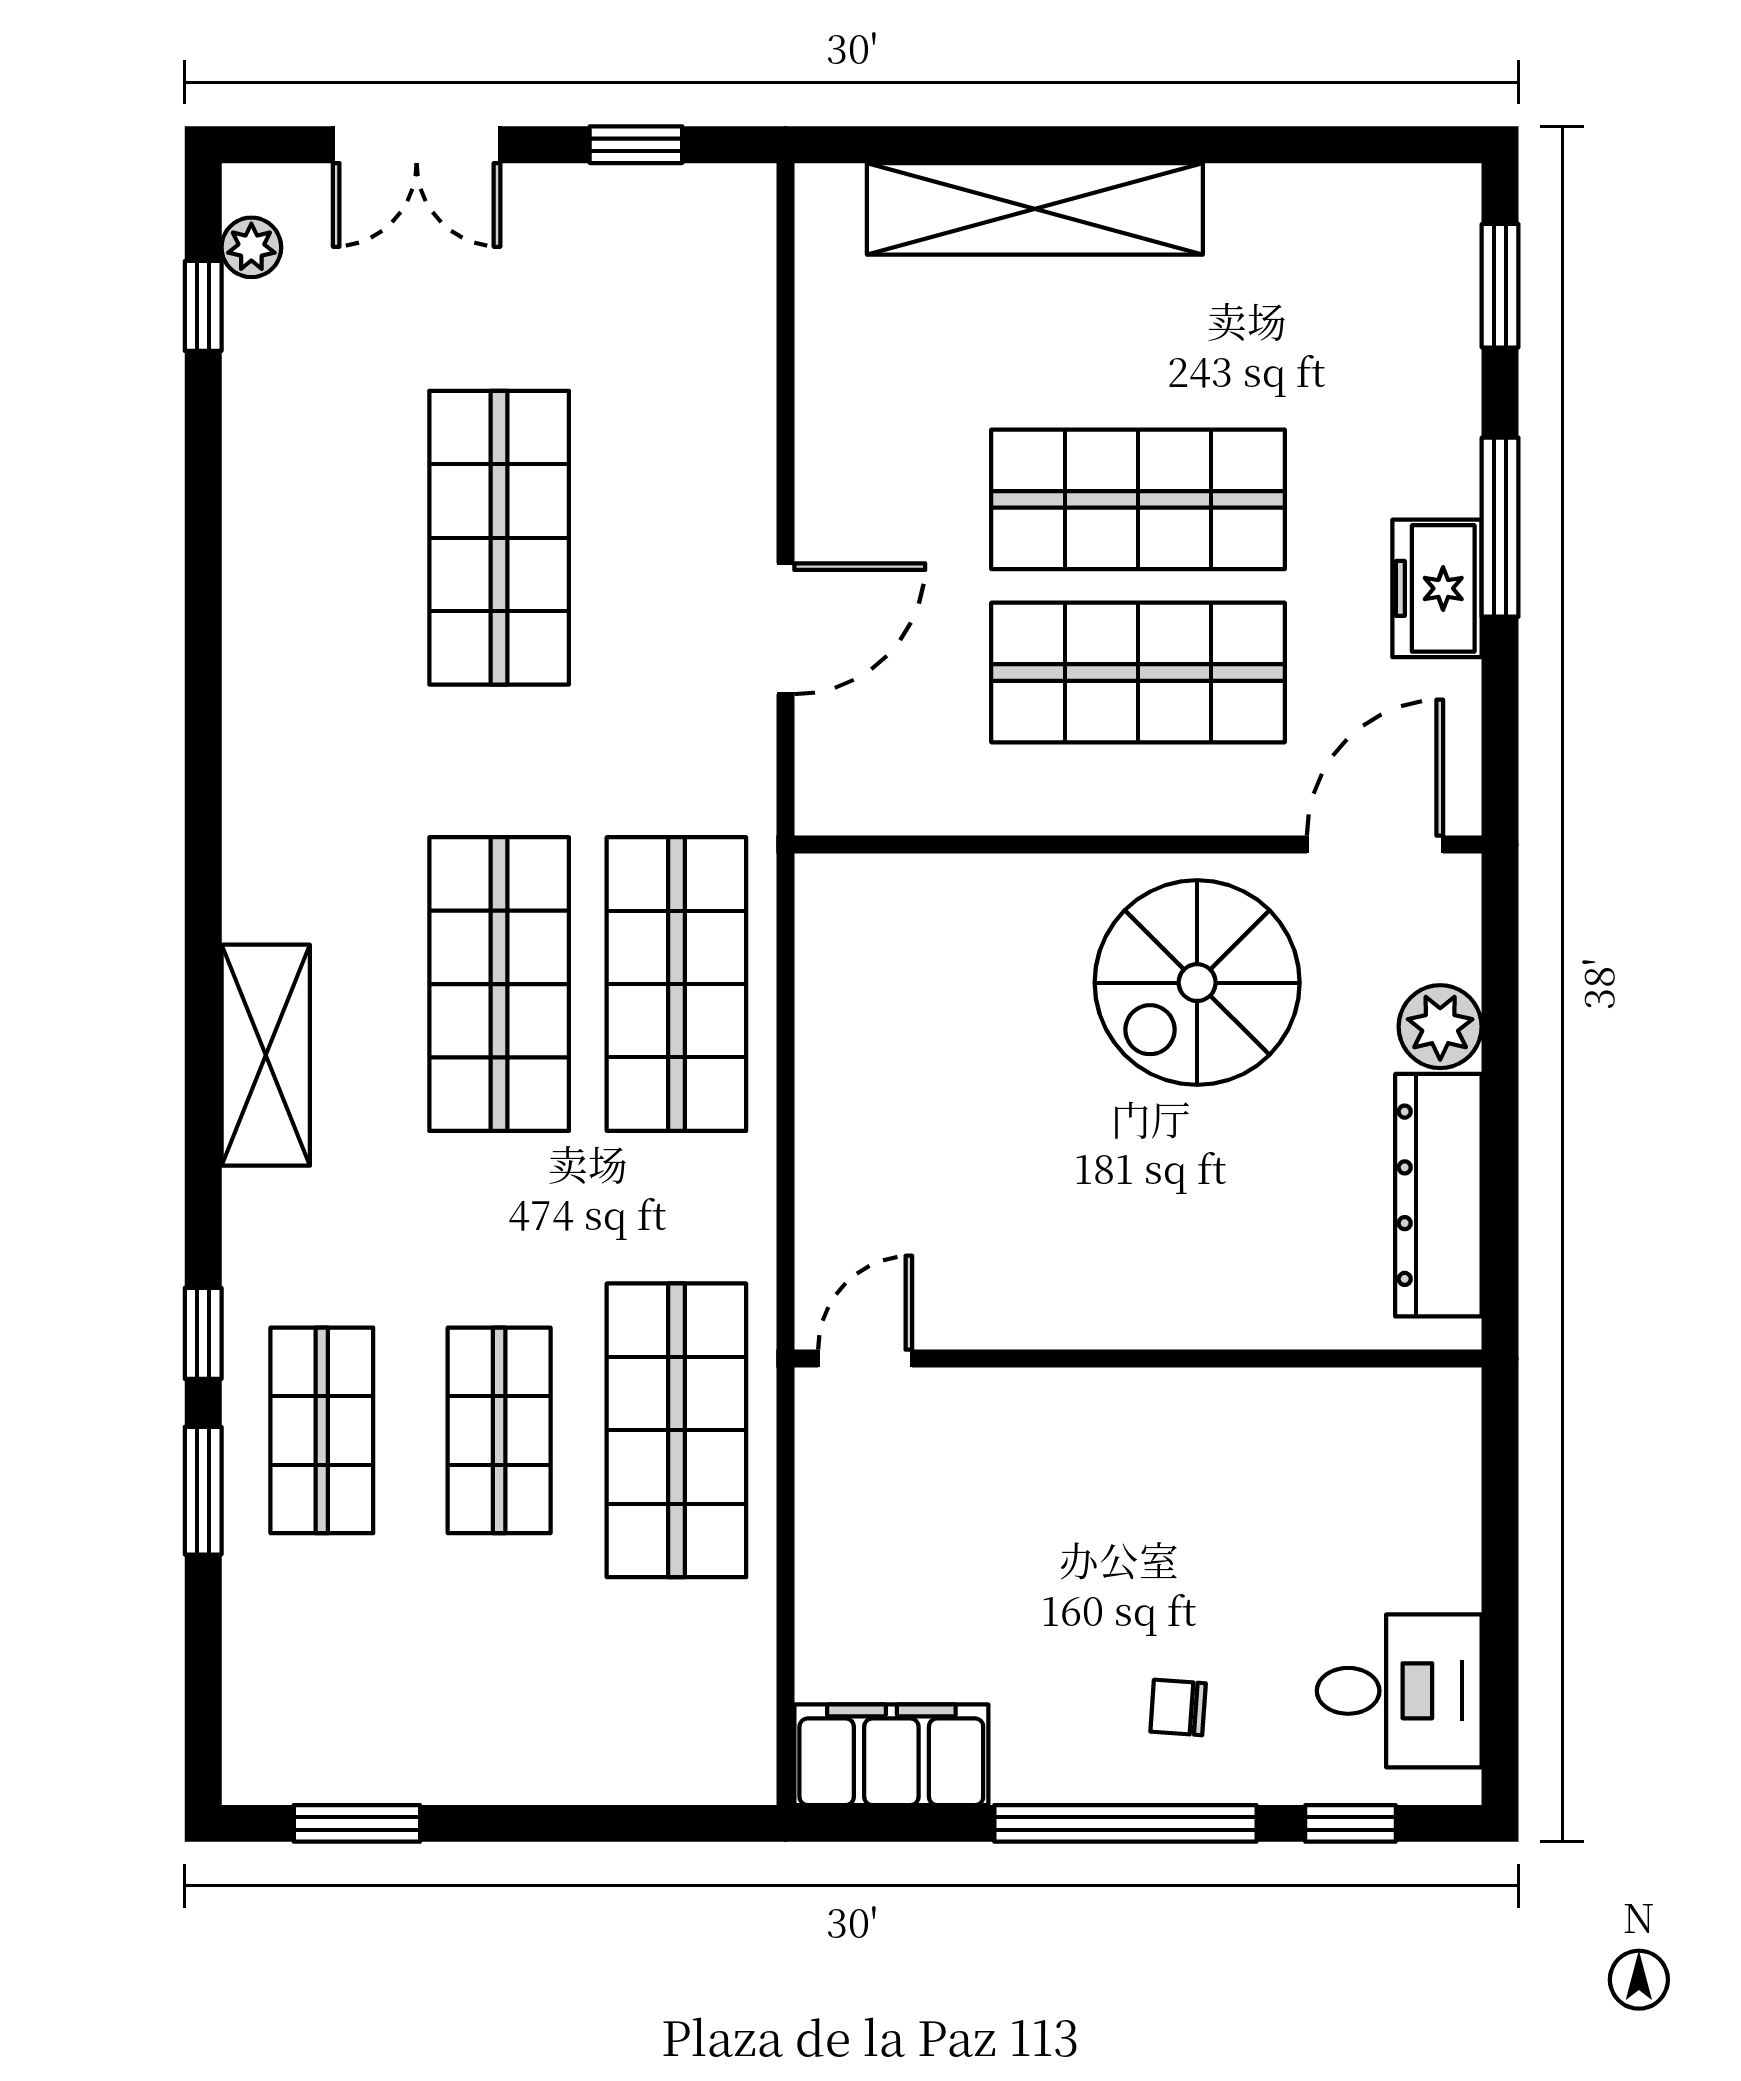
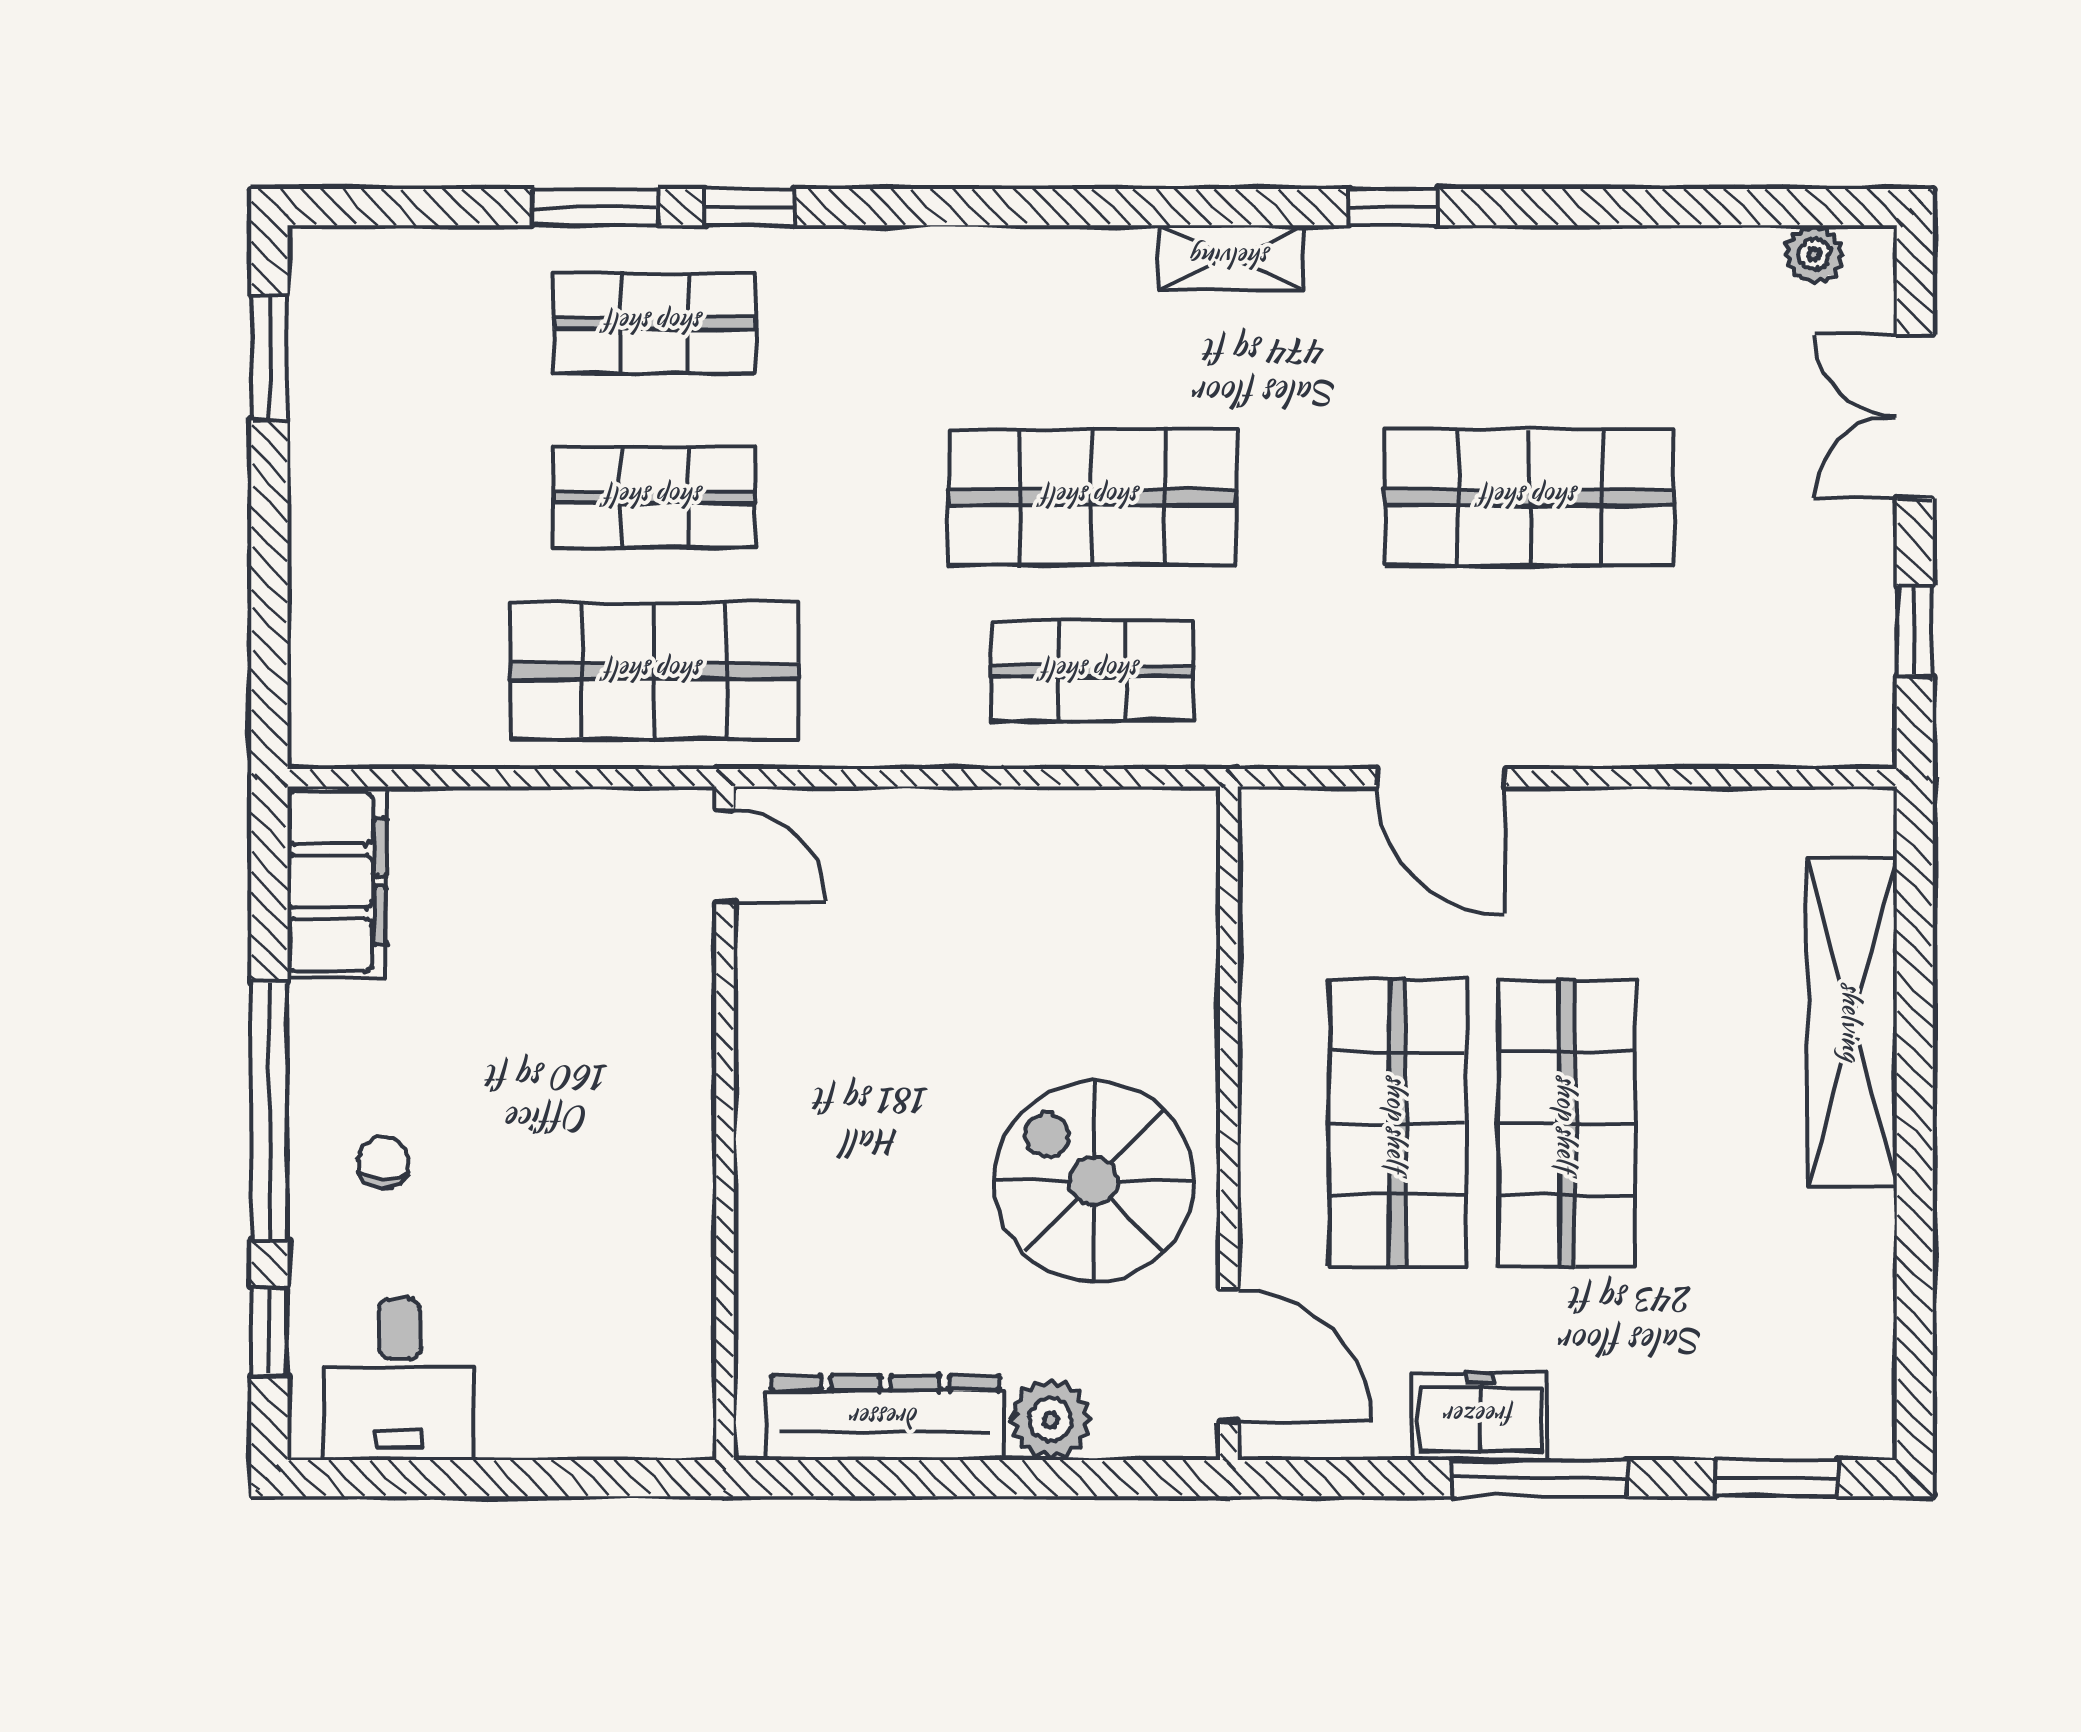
window: (203, 306) -> (1393, 207), moved
shop shelf: (676, 984) -> (1092, 671), width x0.70, depth x0.74
shelving: (266, 1055) -> (1231, 258), moved, width x0.67, depth x0.75

